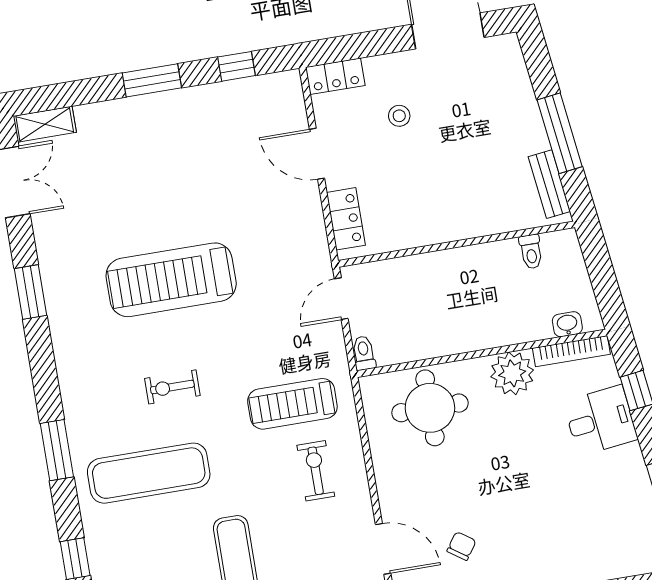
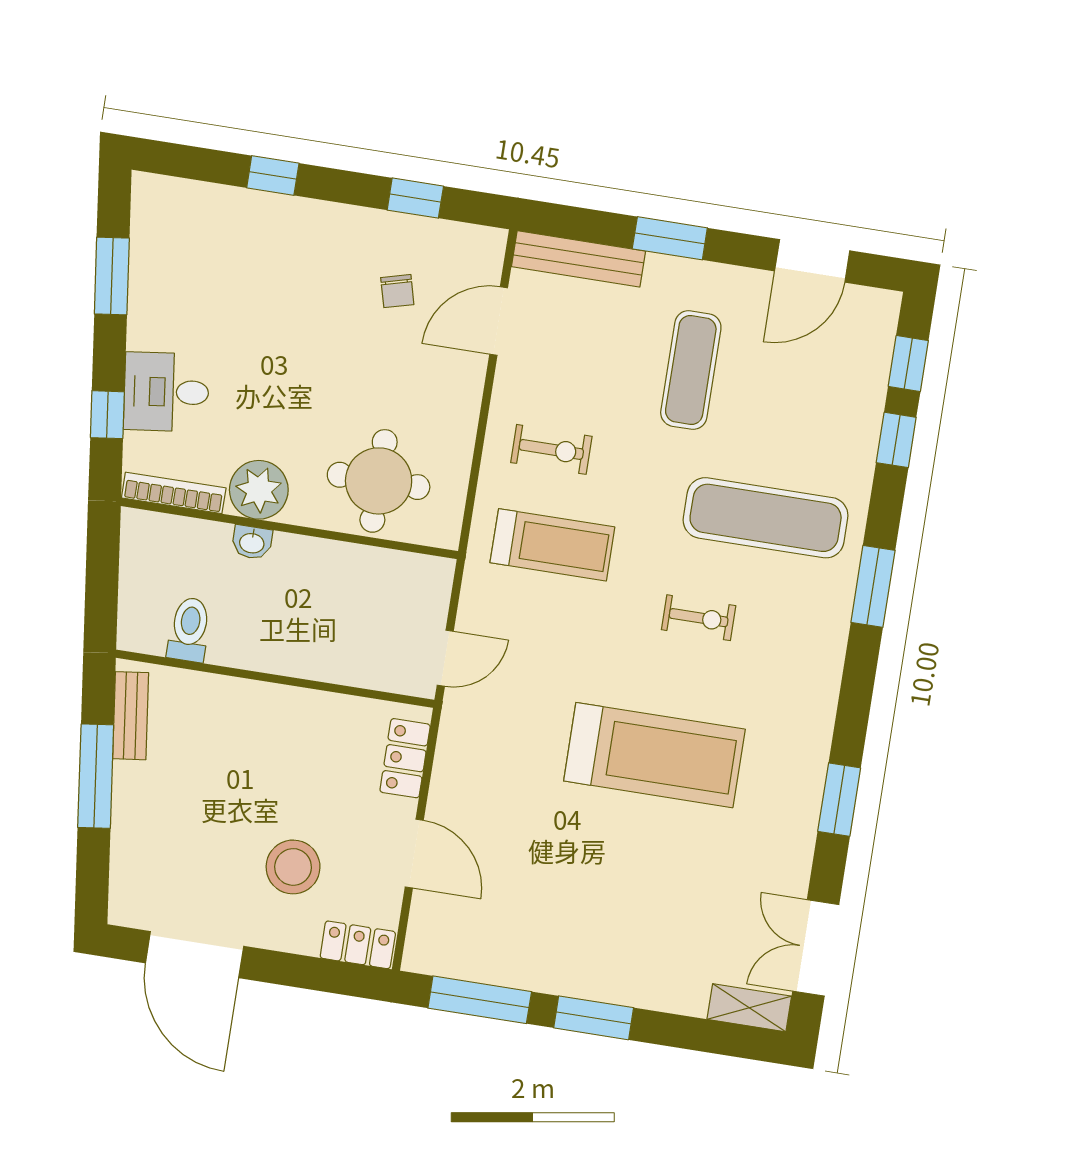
window: (236, 66) -> (480, 1000), width x2.17
stool: (399, 116) -> (293, 867), width x1.89, depth x1.89
toilet: (531, 252) -> (189, 629), width x1.37, depth x1.39
washbasin: (567, 324) -> (252, 542), moved
toilet: (364, 353) -> (440, 579), removed
exercise bike: (316, 471) -> (551, 449), turned -90
chair: (462, 546) -> (397, 291), turned -50
door: (383, 549) -> (499, 321), hinge flipped

